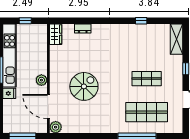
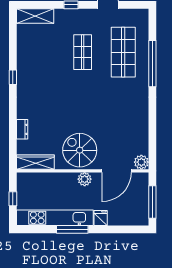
window: (141, 21) -> (13, 77), moved
wardrobe: (56, 34) -> (35, 162), width x1.50
spiral stairs: (84, 86) -> (80, 150), moved

